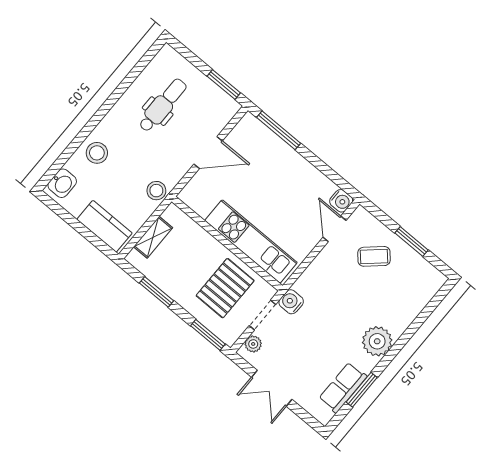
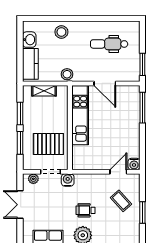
dental chair: (163, 105) -> (109, 44), turned 180
washbasin: (62, 183) -> (29, 40), moved, turned -90
kitchen unit: (251, 242) -> (80, 115), moved
wheelchair: (349, 311) -> (86, 210), added
window: (208, 335) -> (20, 143), moved

